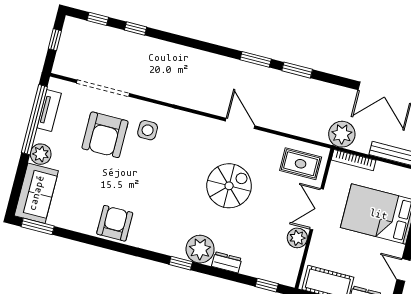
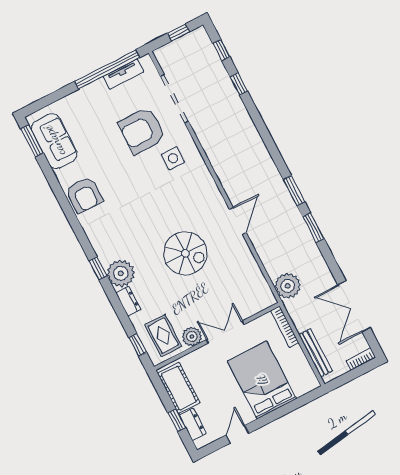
plant: (342, 134) -> (288, 286), moved
plant: (41, 154) -> (86, 96), removed
rug: (301, 164) -> (163, 335), moved
sofa: (36, 193) -> (54, 141), moved, turned -90
armchair: (115, 223) -> (84, 195), turned 90

